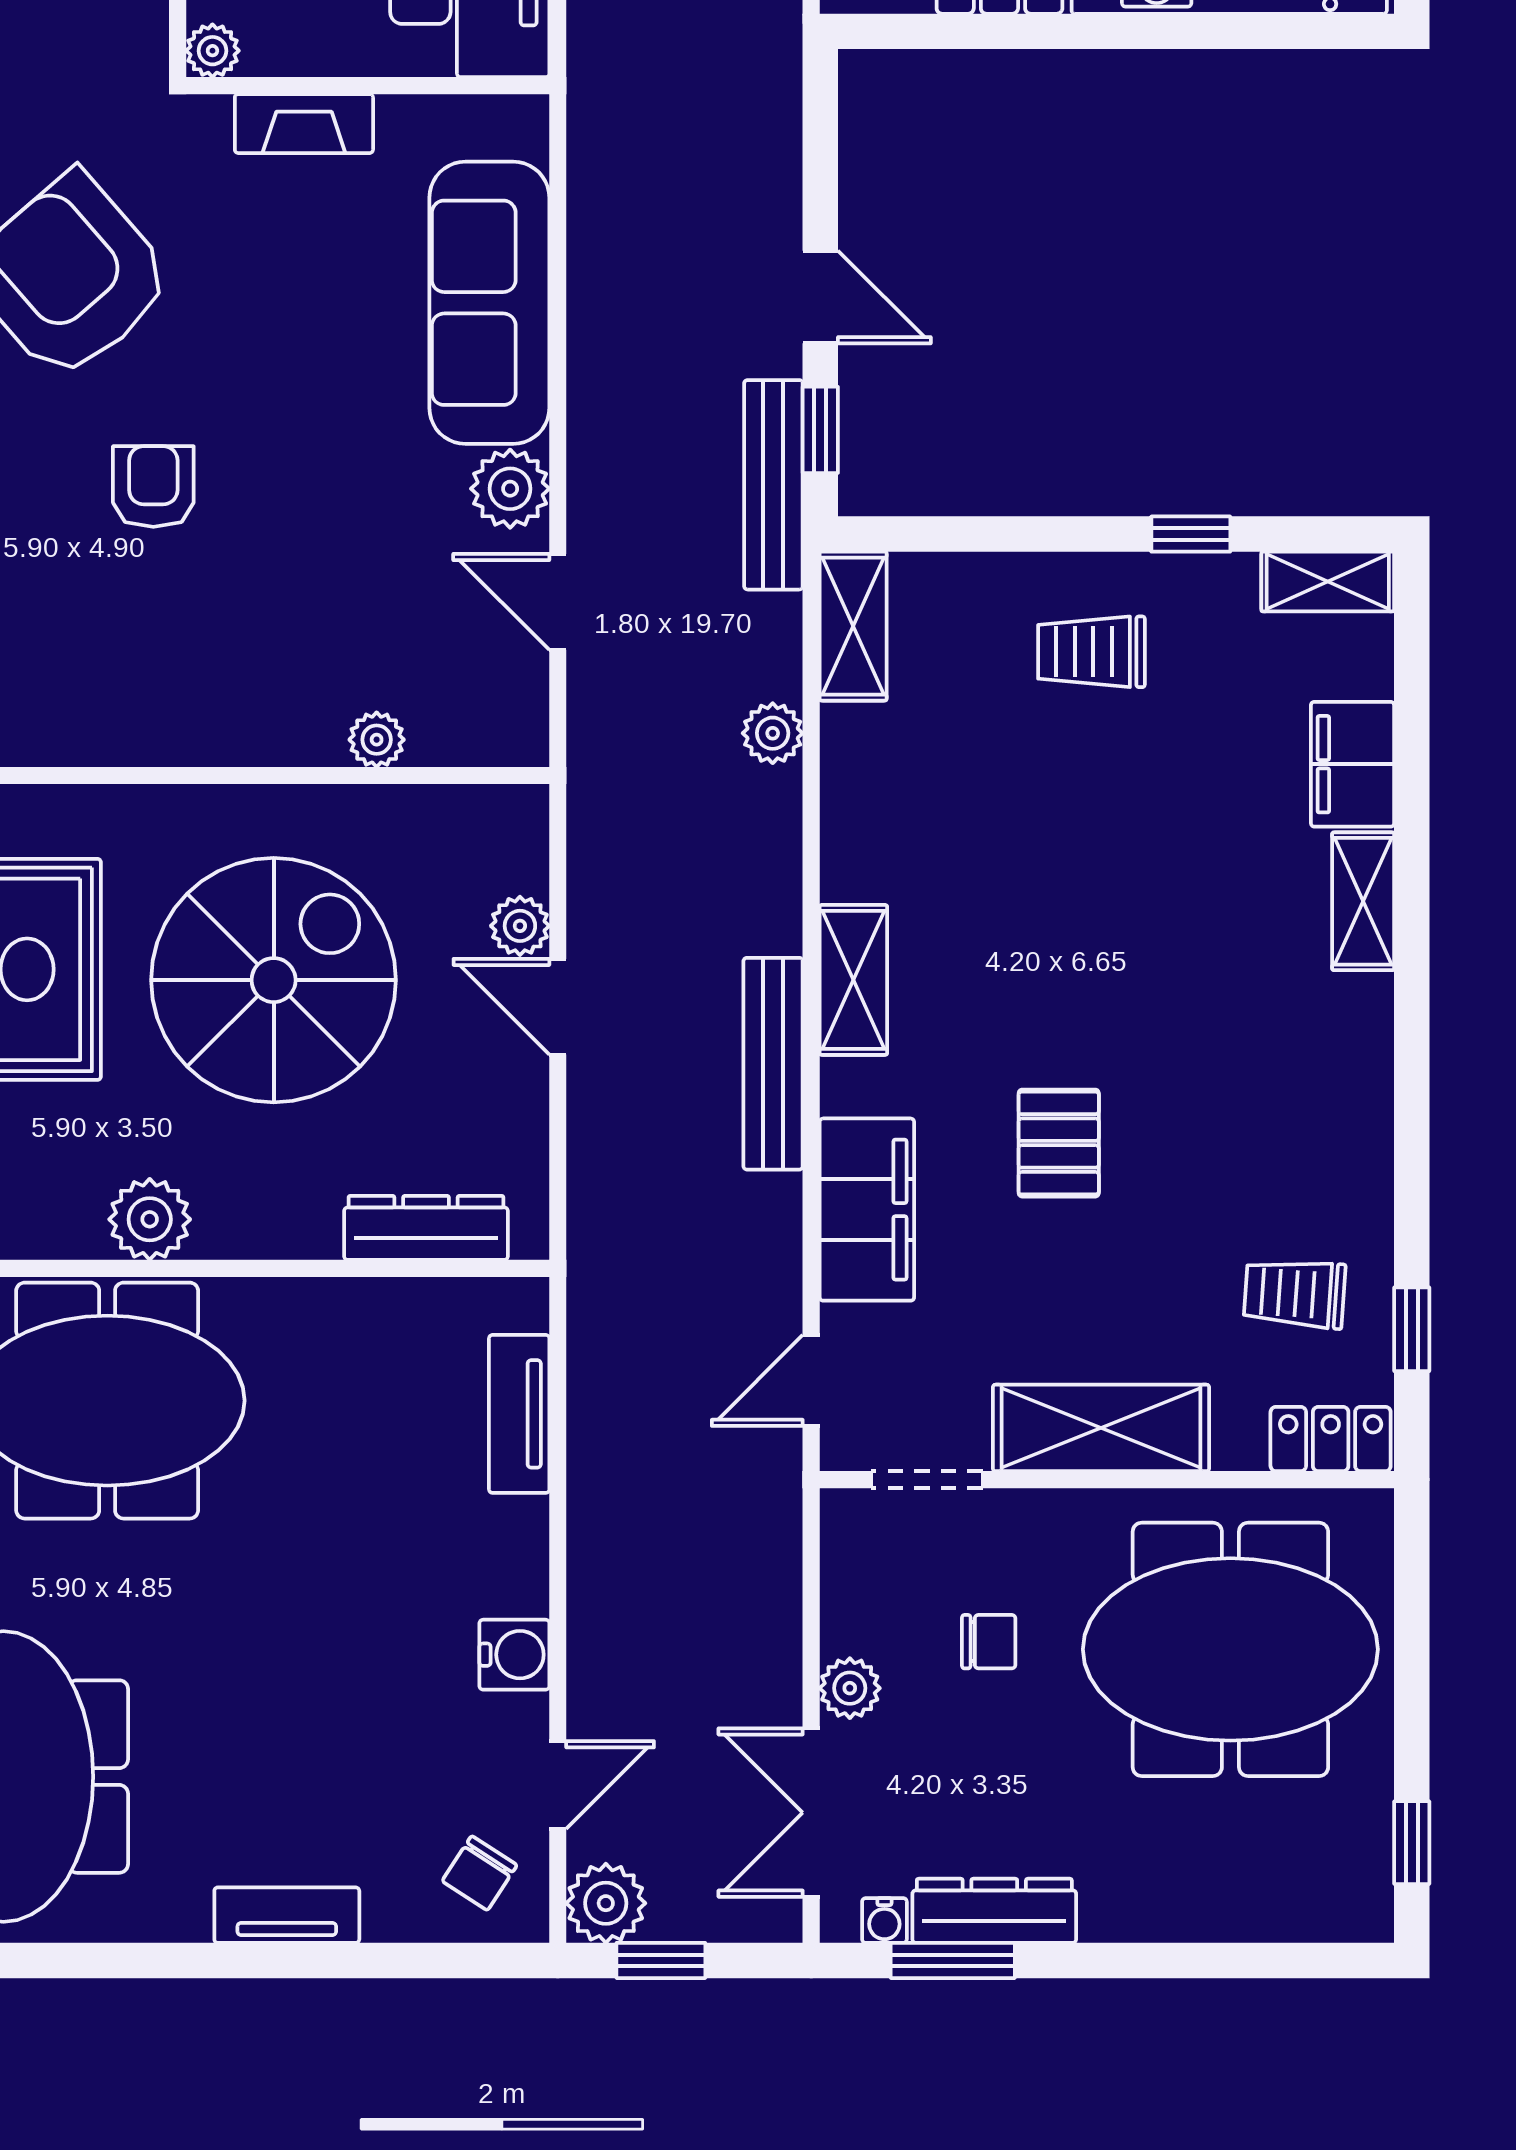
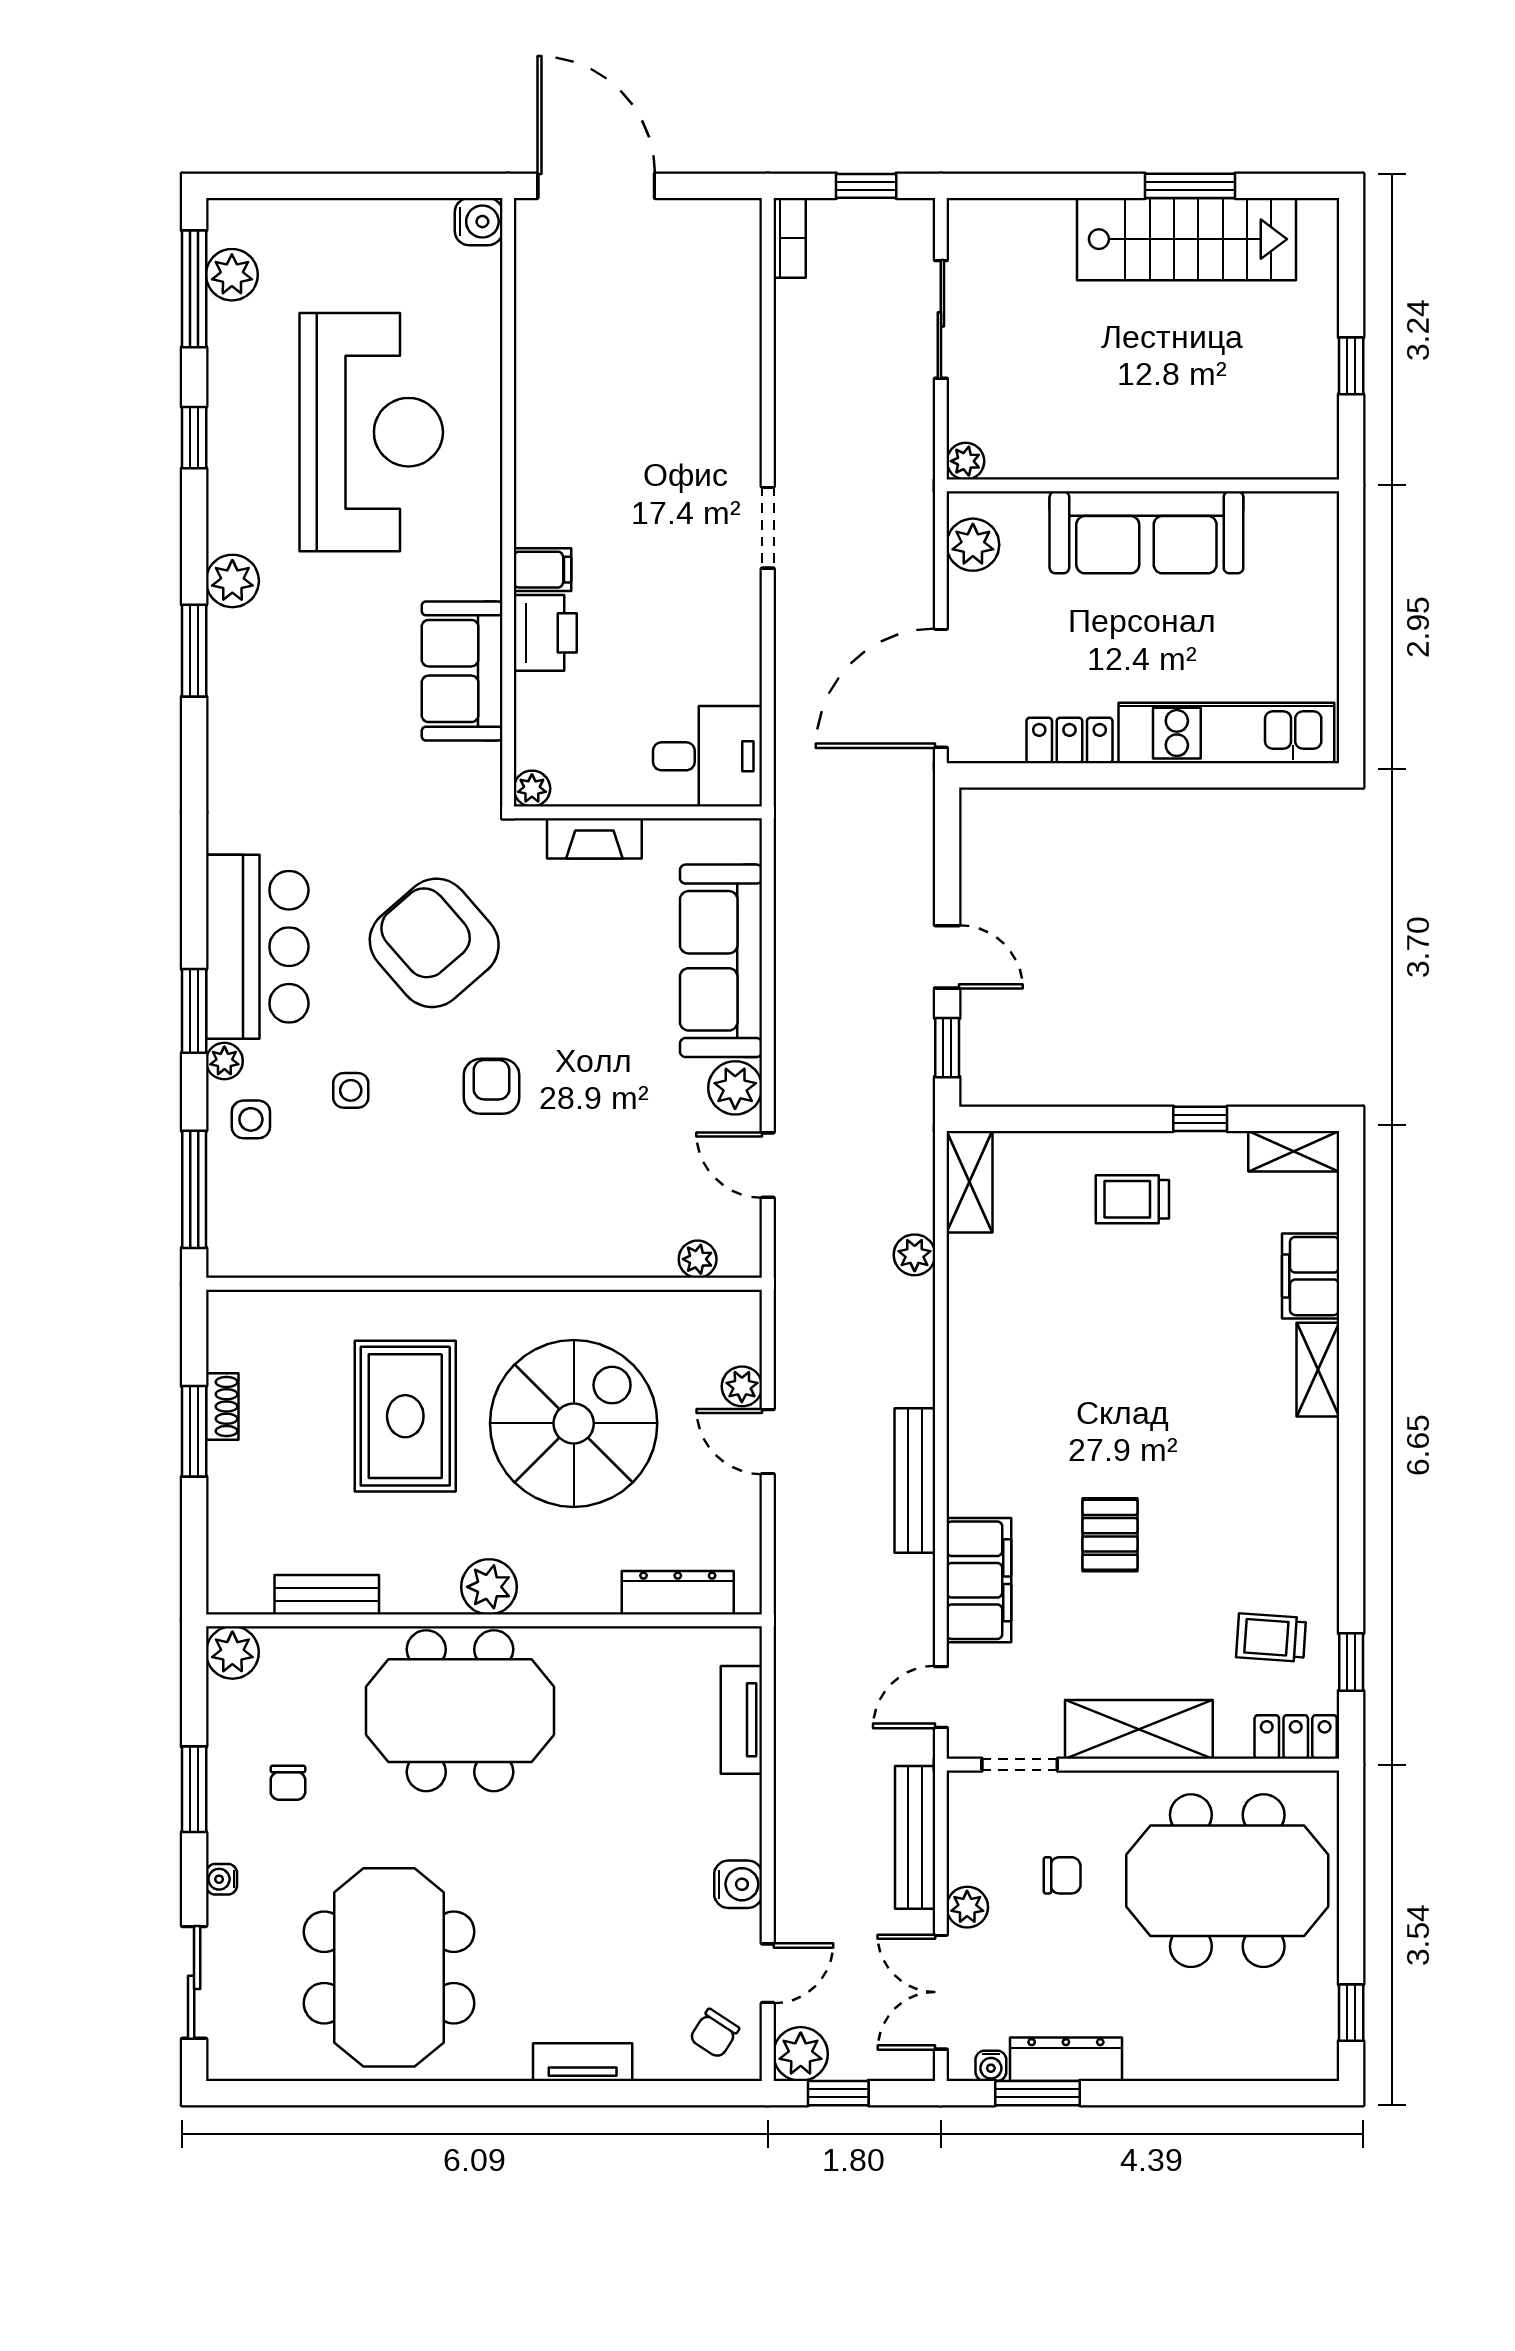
bench: (773, 485) -> (915, 1837), moved
plant: (377, 740) -> (698, 1259), moved
shelving: (853, 980) -> (970, 1423), removed

